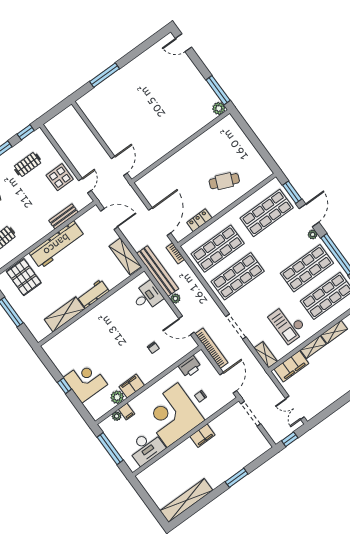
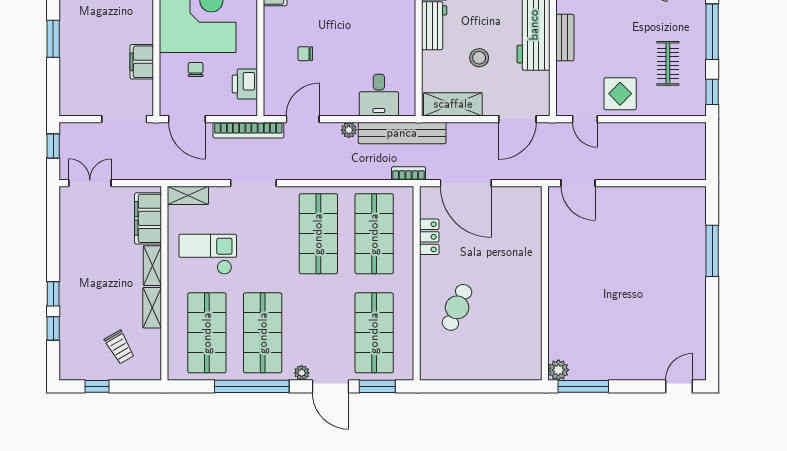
bench: (63, 216) -> (565, 38), moved
stool: (93, 260) -> (479, 58), added
filing cabinet: (202, 436) -> (142, 62), moved

